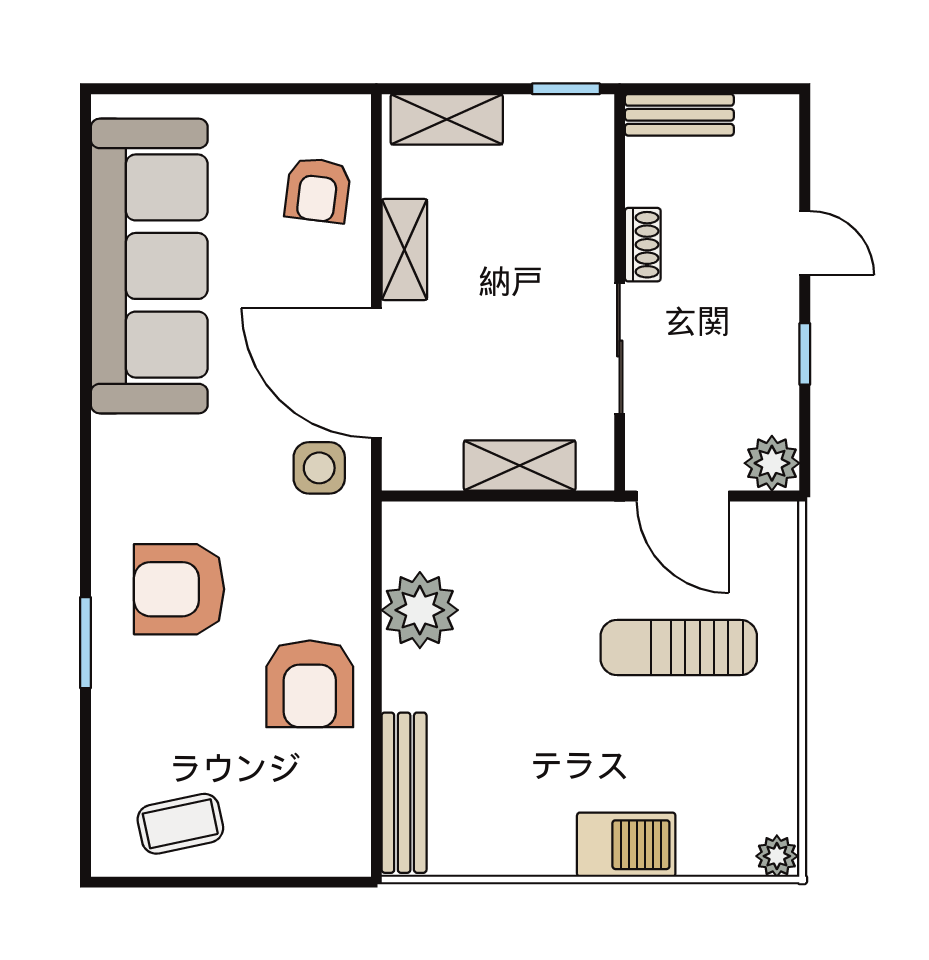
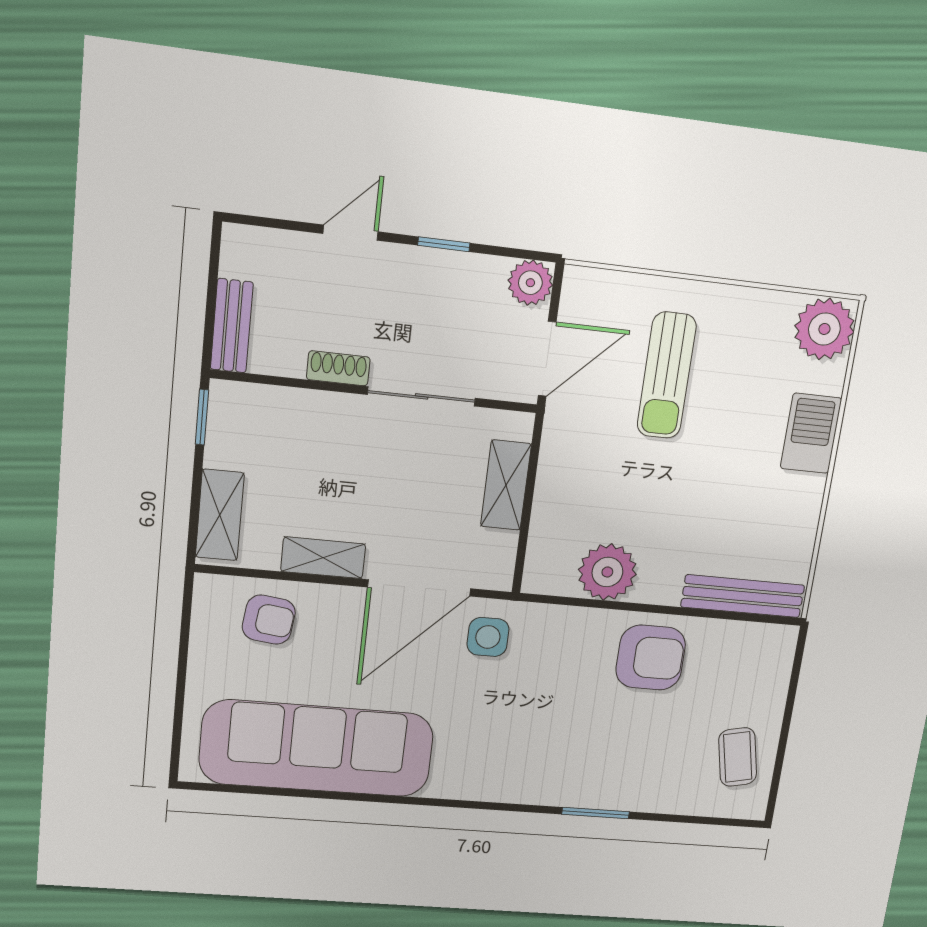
armchair: (179, 589) -> (566, 745), removed
plant: (777, 856) -> (824, 329), width x1.88, depth x1.88

